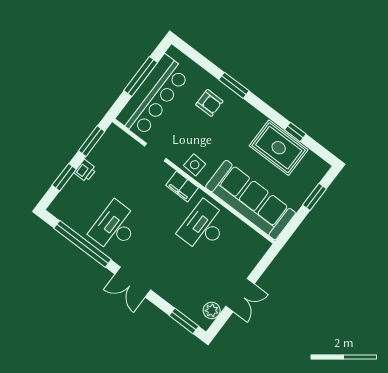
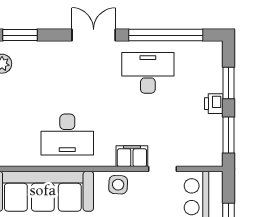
filing cabinet: (182, 186) -> (132, 156), moved
desk: (115, 227) -> (148, 73), turned -90
desk: (204, 227) -> (67, 134), turned 90

